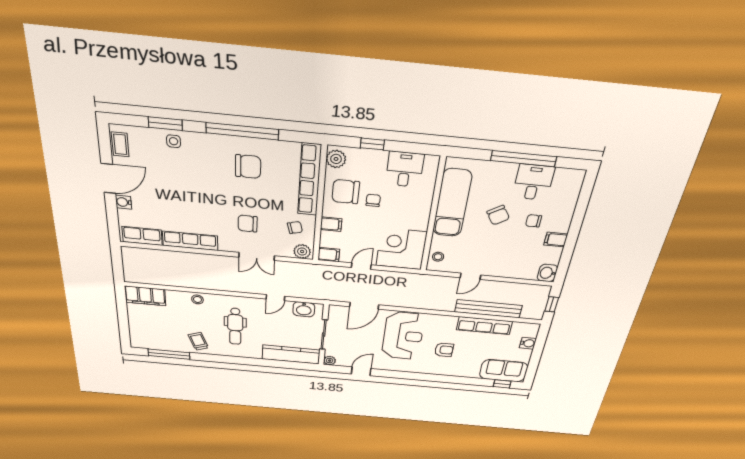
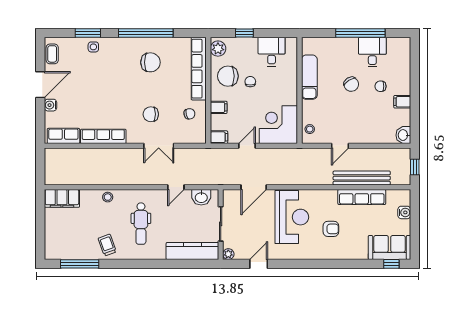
exam couch: (452, 203) -> (309, 77), width x0.73, depth x0.69
plant: (302, 252) -> (197, 137), removed

